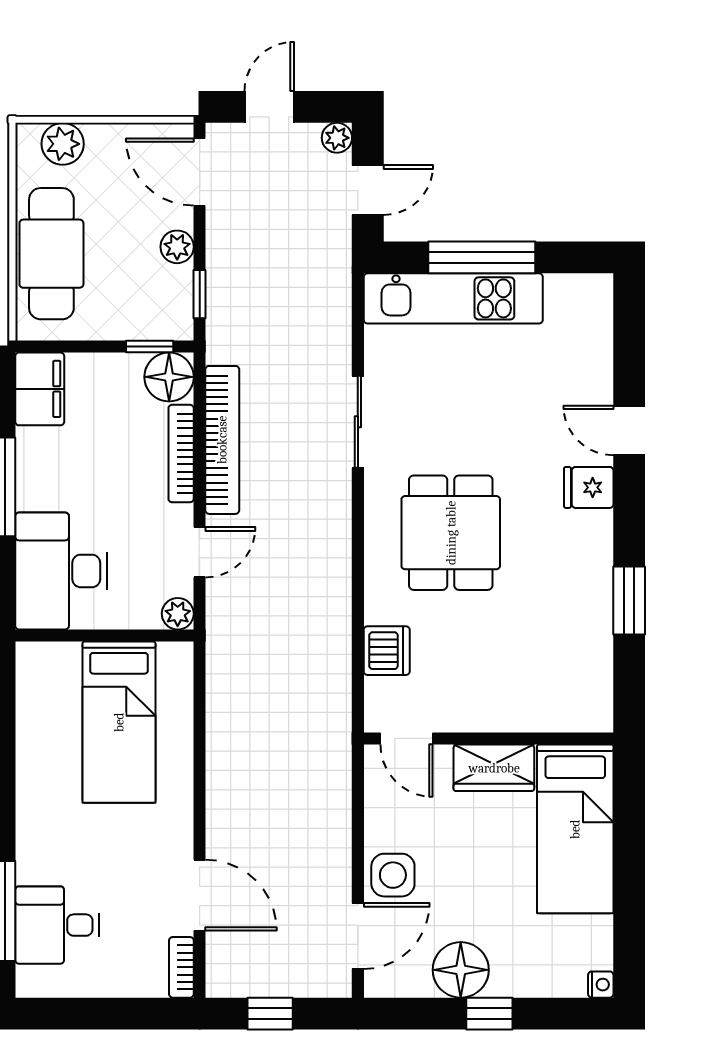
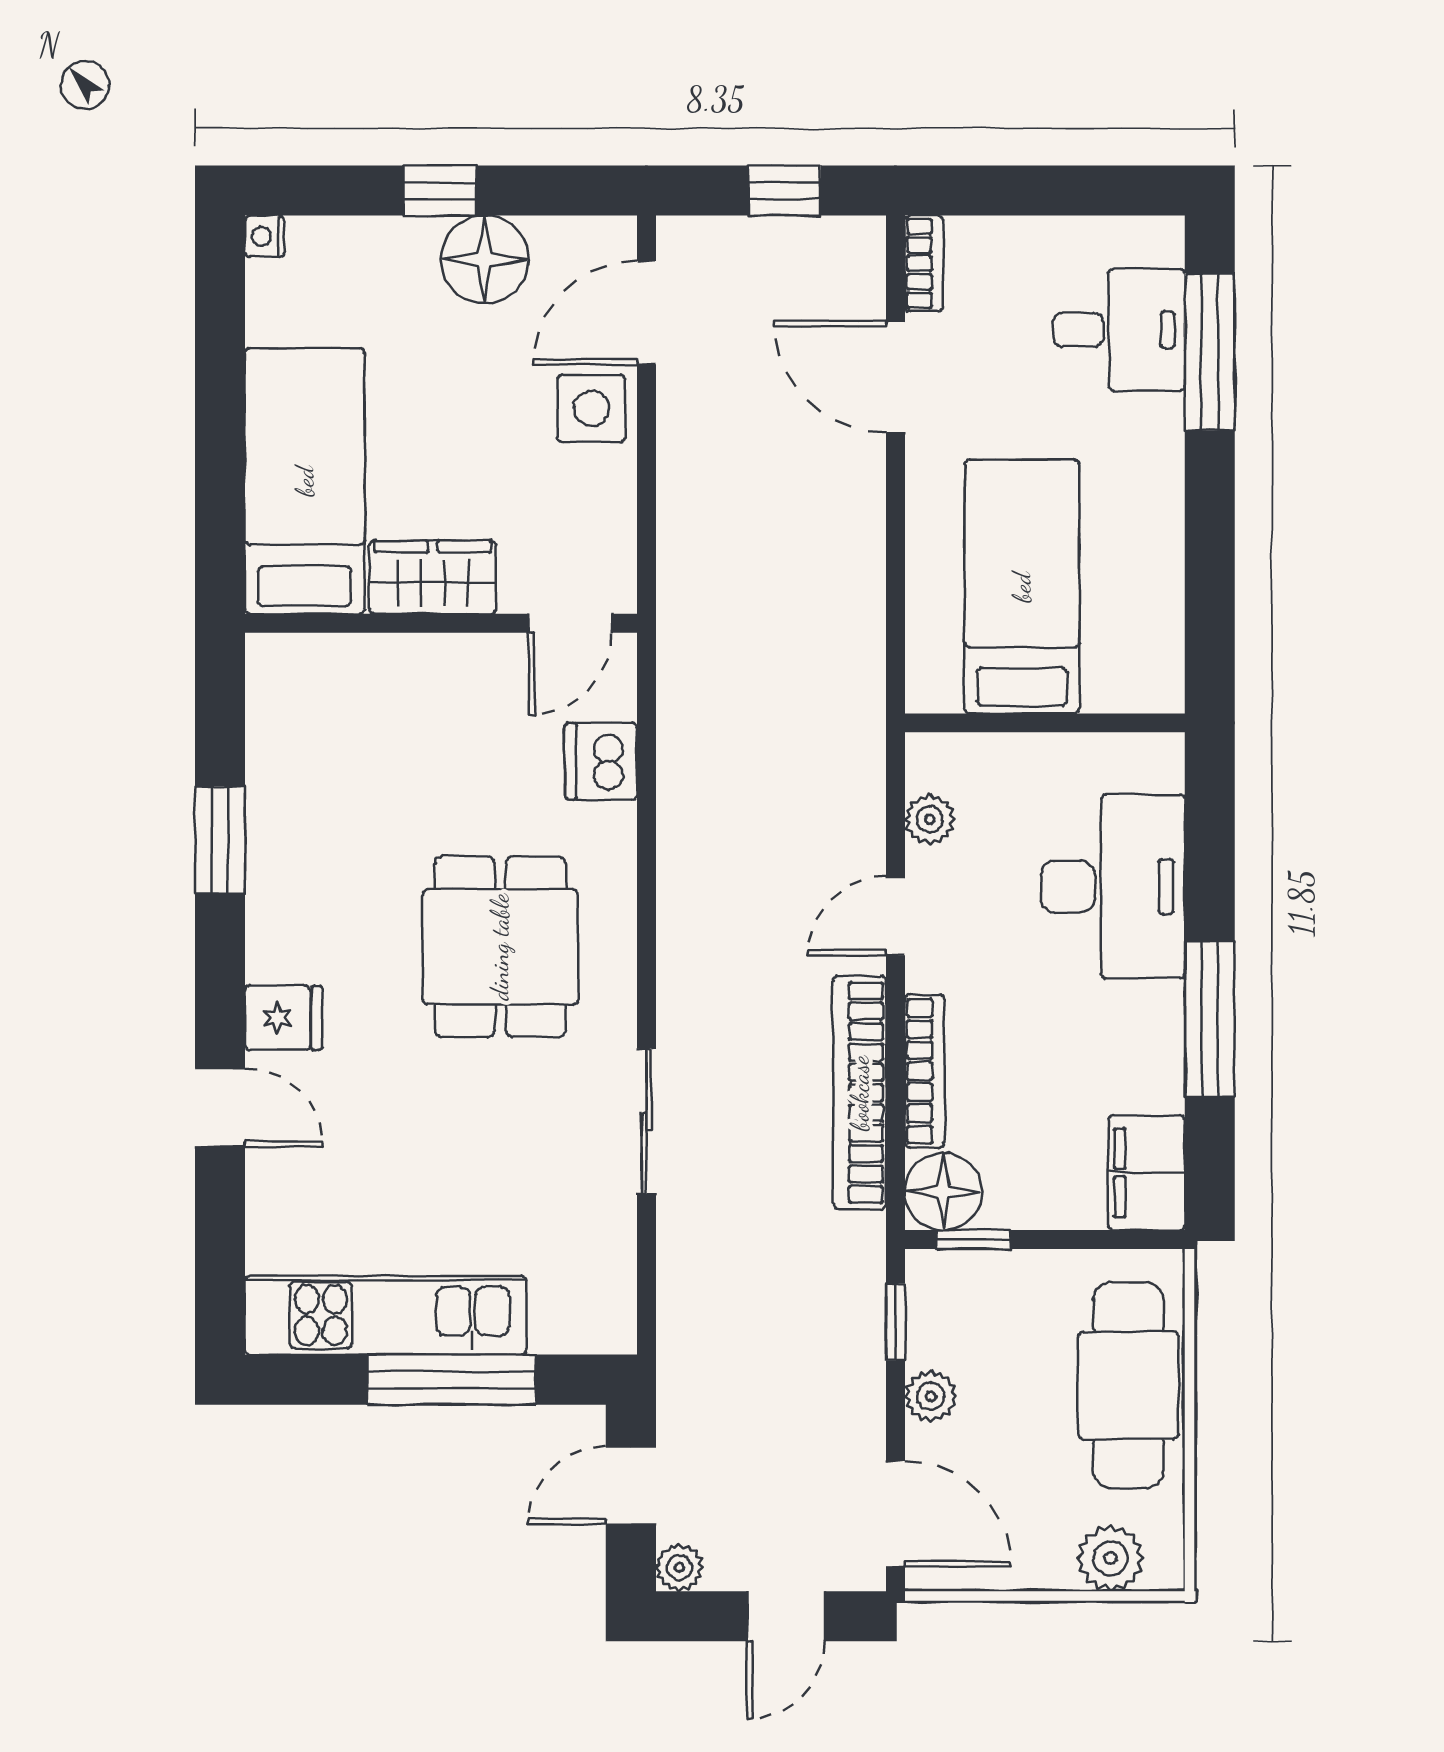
kitchen unit: (453, 298) -> (385, 1315), moved
wall: (104, 636) -> (1045, 723), moved
bed: (119, 722) -> (1022, 587), moved
door: (406, 738) -> (570, 623), swing flipped

